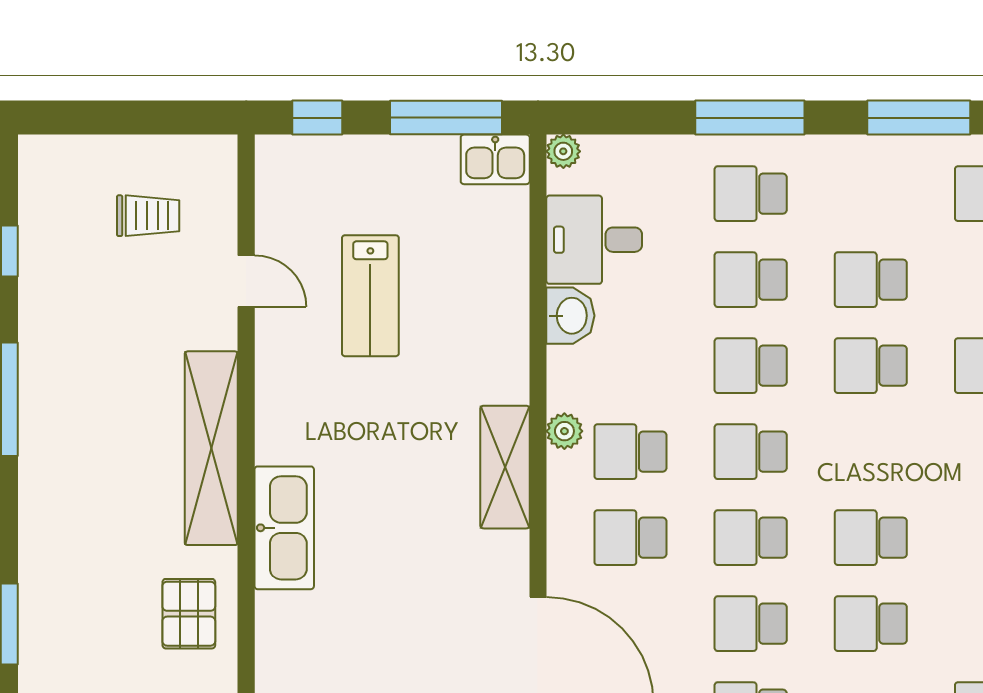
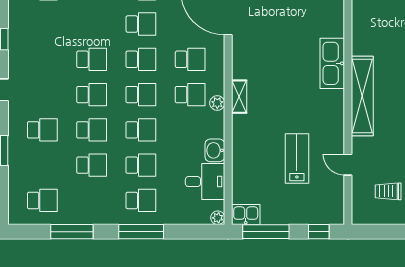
shelving: (505, 467) -> (239, 97), width x0.67, depth x0.75
pallet: (189, 614) -> (371, 28), removed
school desk: (871, 624) -> (92, 95), moved

